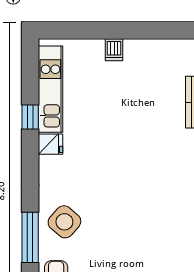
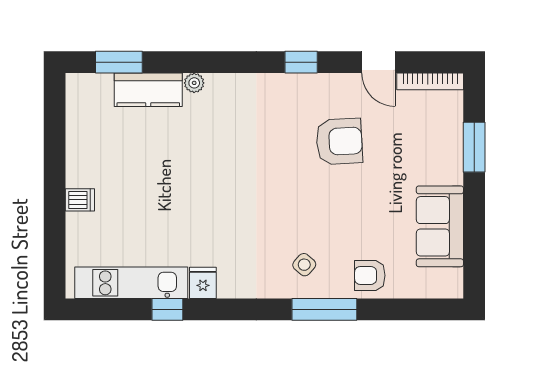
side table: (64, 222) -> (304, 265), width x0.54, depth x0.54
armchair: (159, 249) -> (339, 141), added

